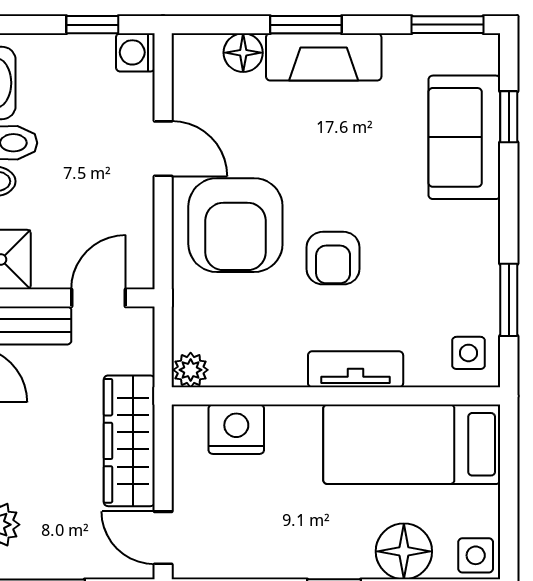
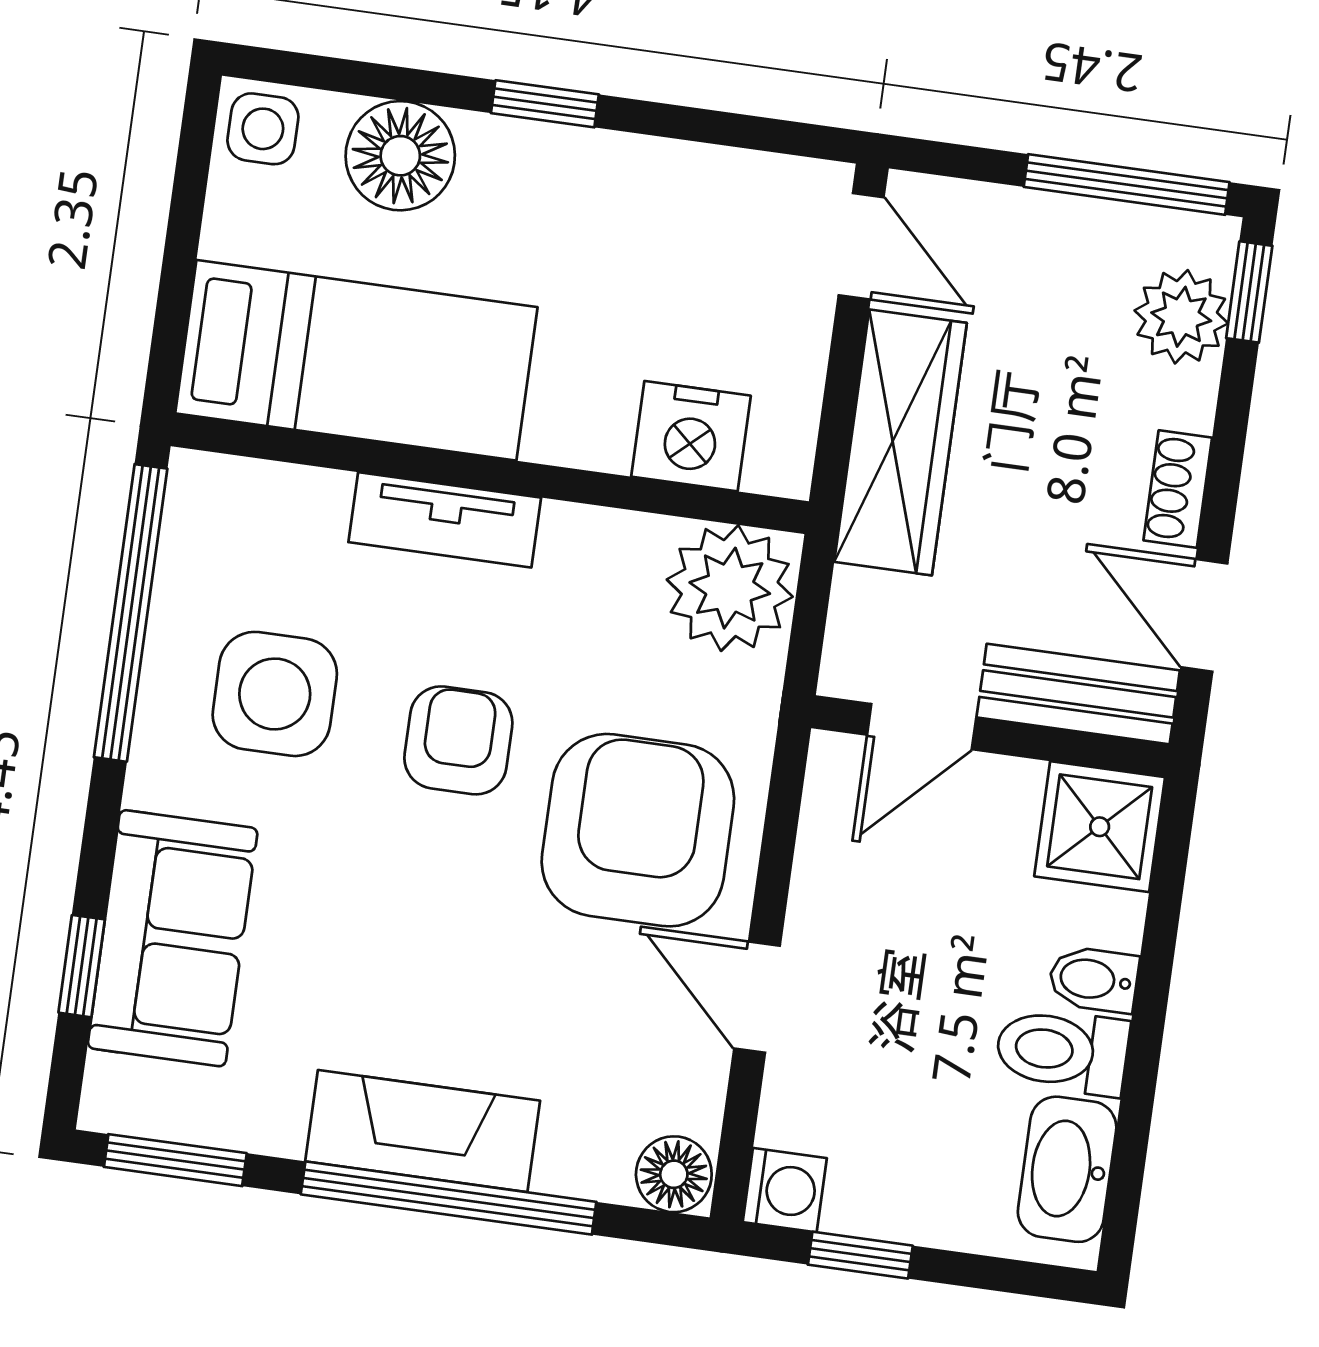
window: (306, 25) -> (449, 1198), width x2.11
floor lamp: (243, 53) -> (674, 1174), moved
window: (509, 300) -> (131, 613), width x2.11
side table: (469, 353) -> (275, 694), moved, width x1.87, depth x1.87
plant: (191, 370) -> (730, 588), width x1.87, depth x1.87

